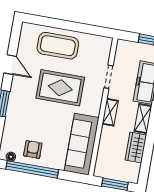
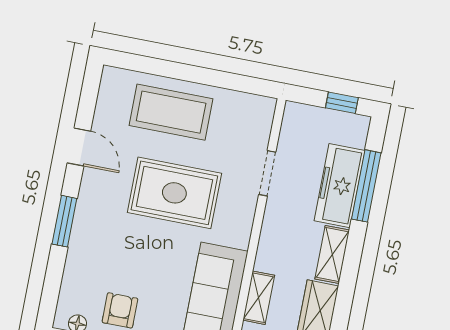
shelving: (110, 112) -> (259, 298), moved

